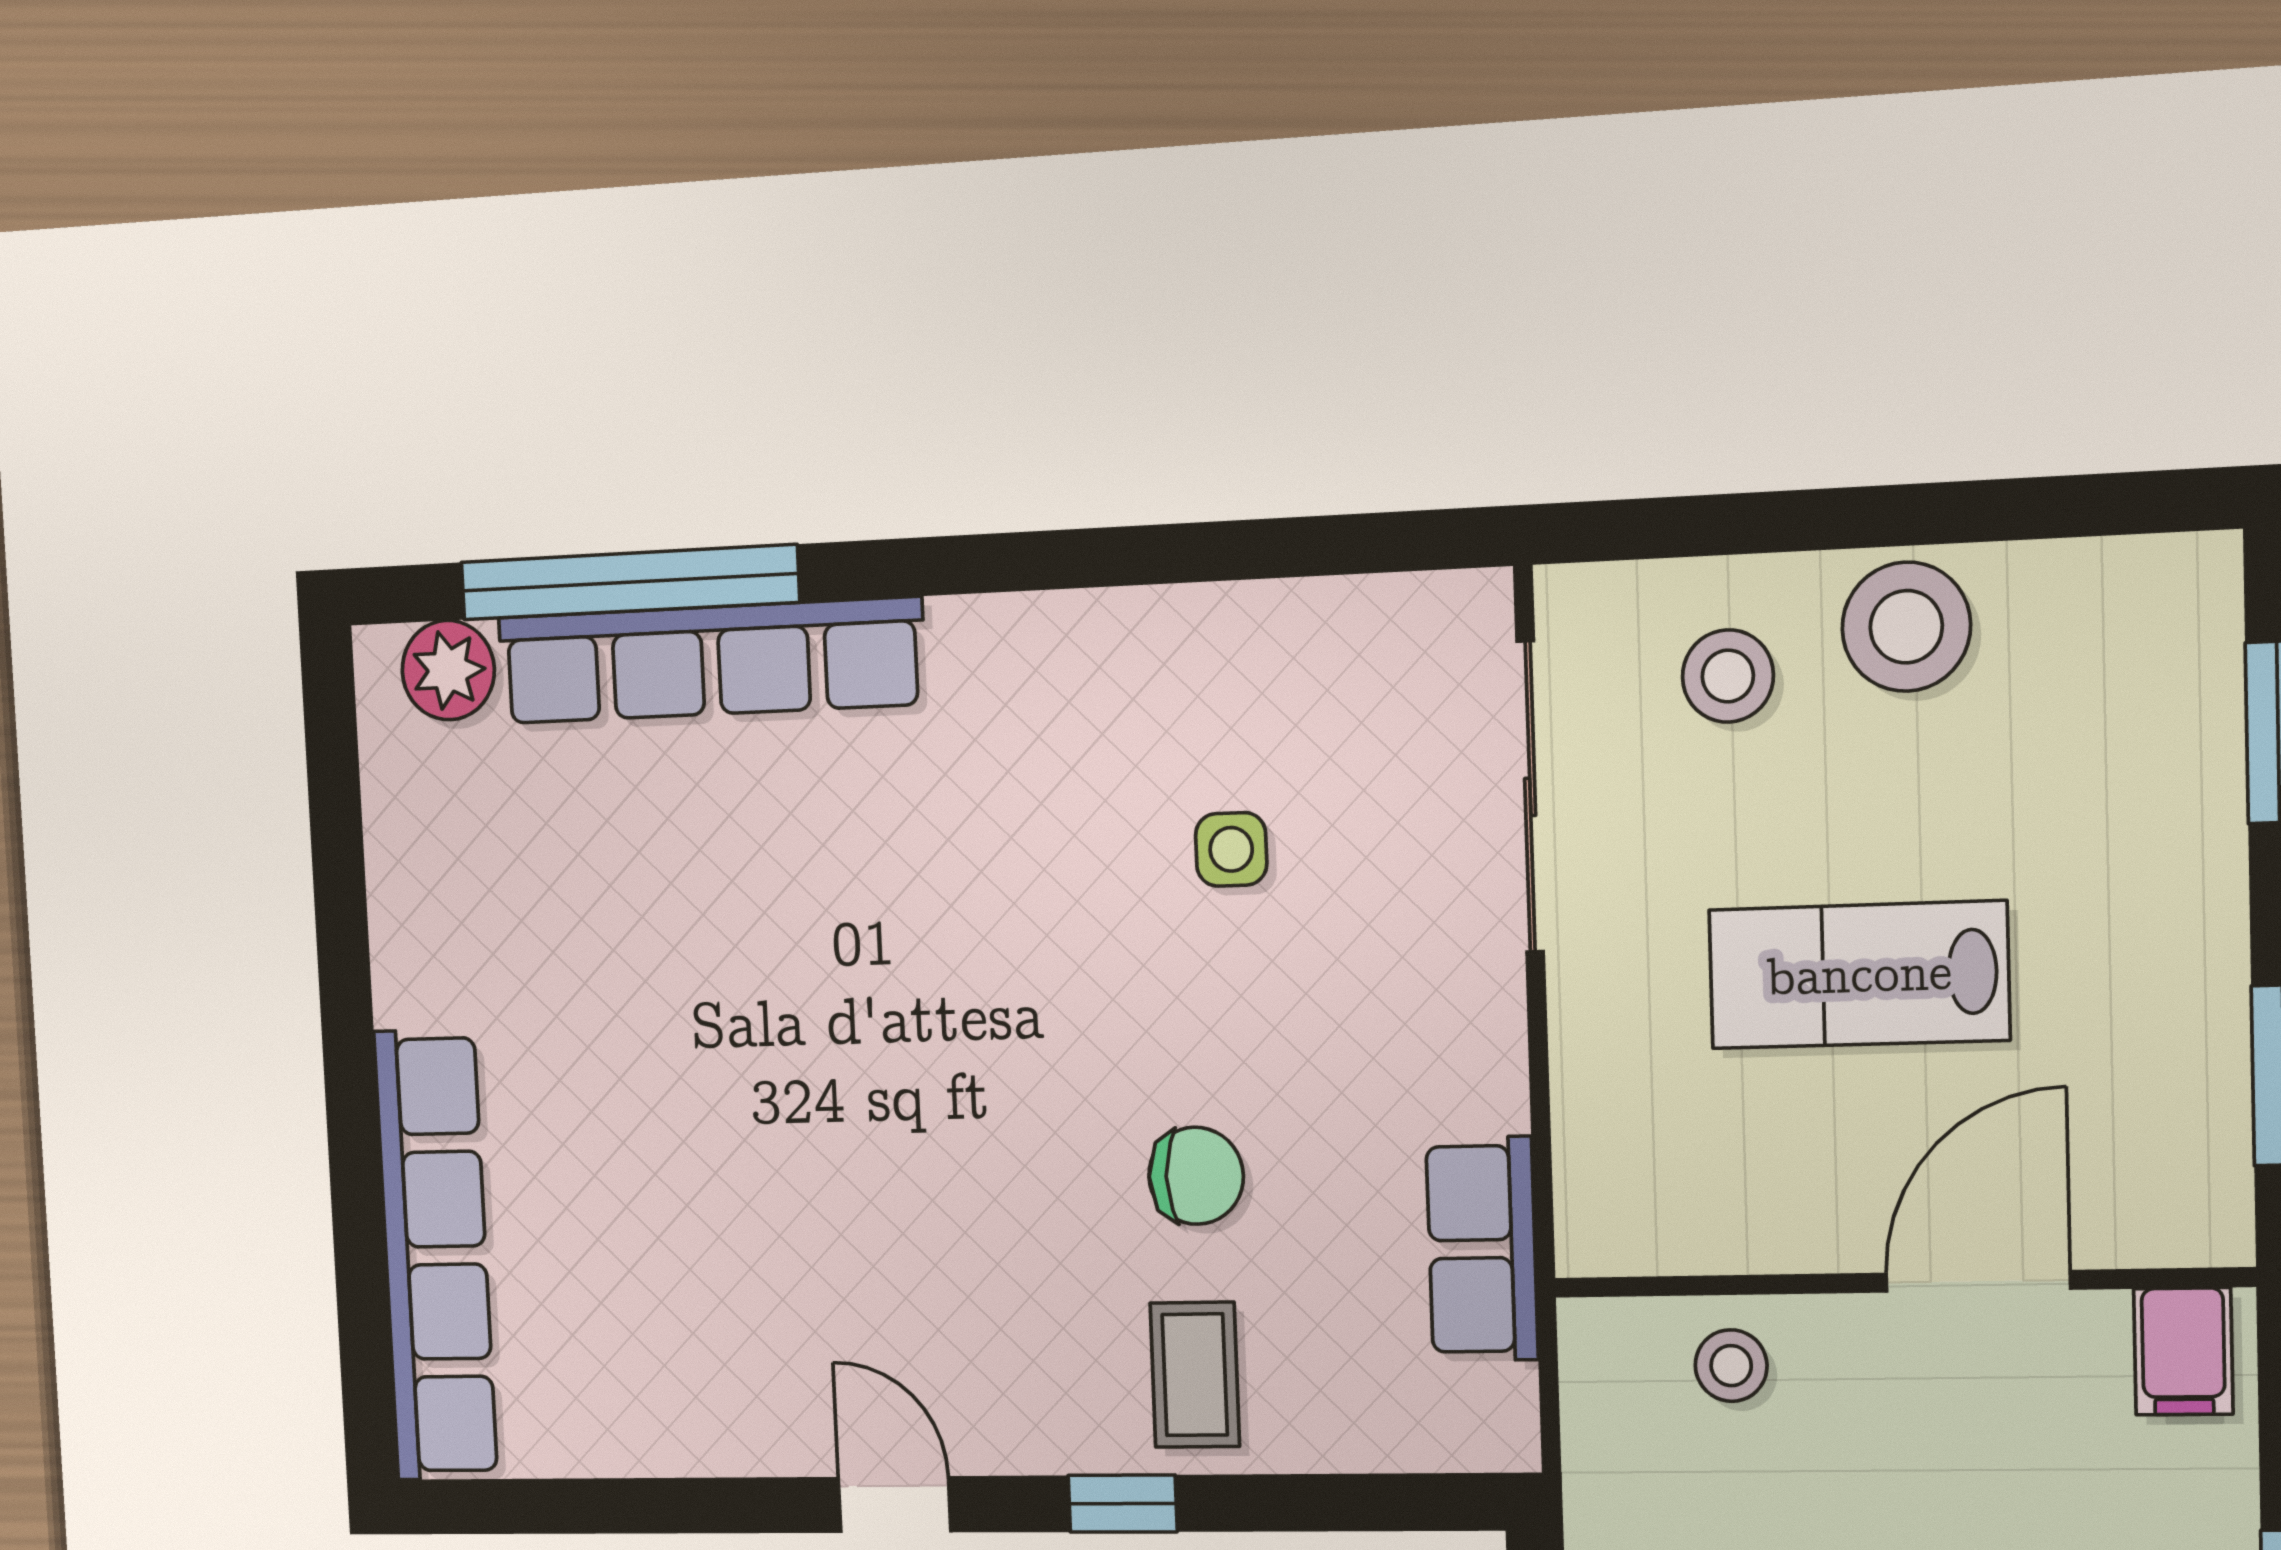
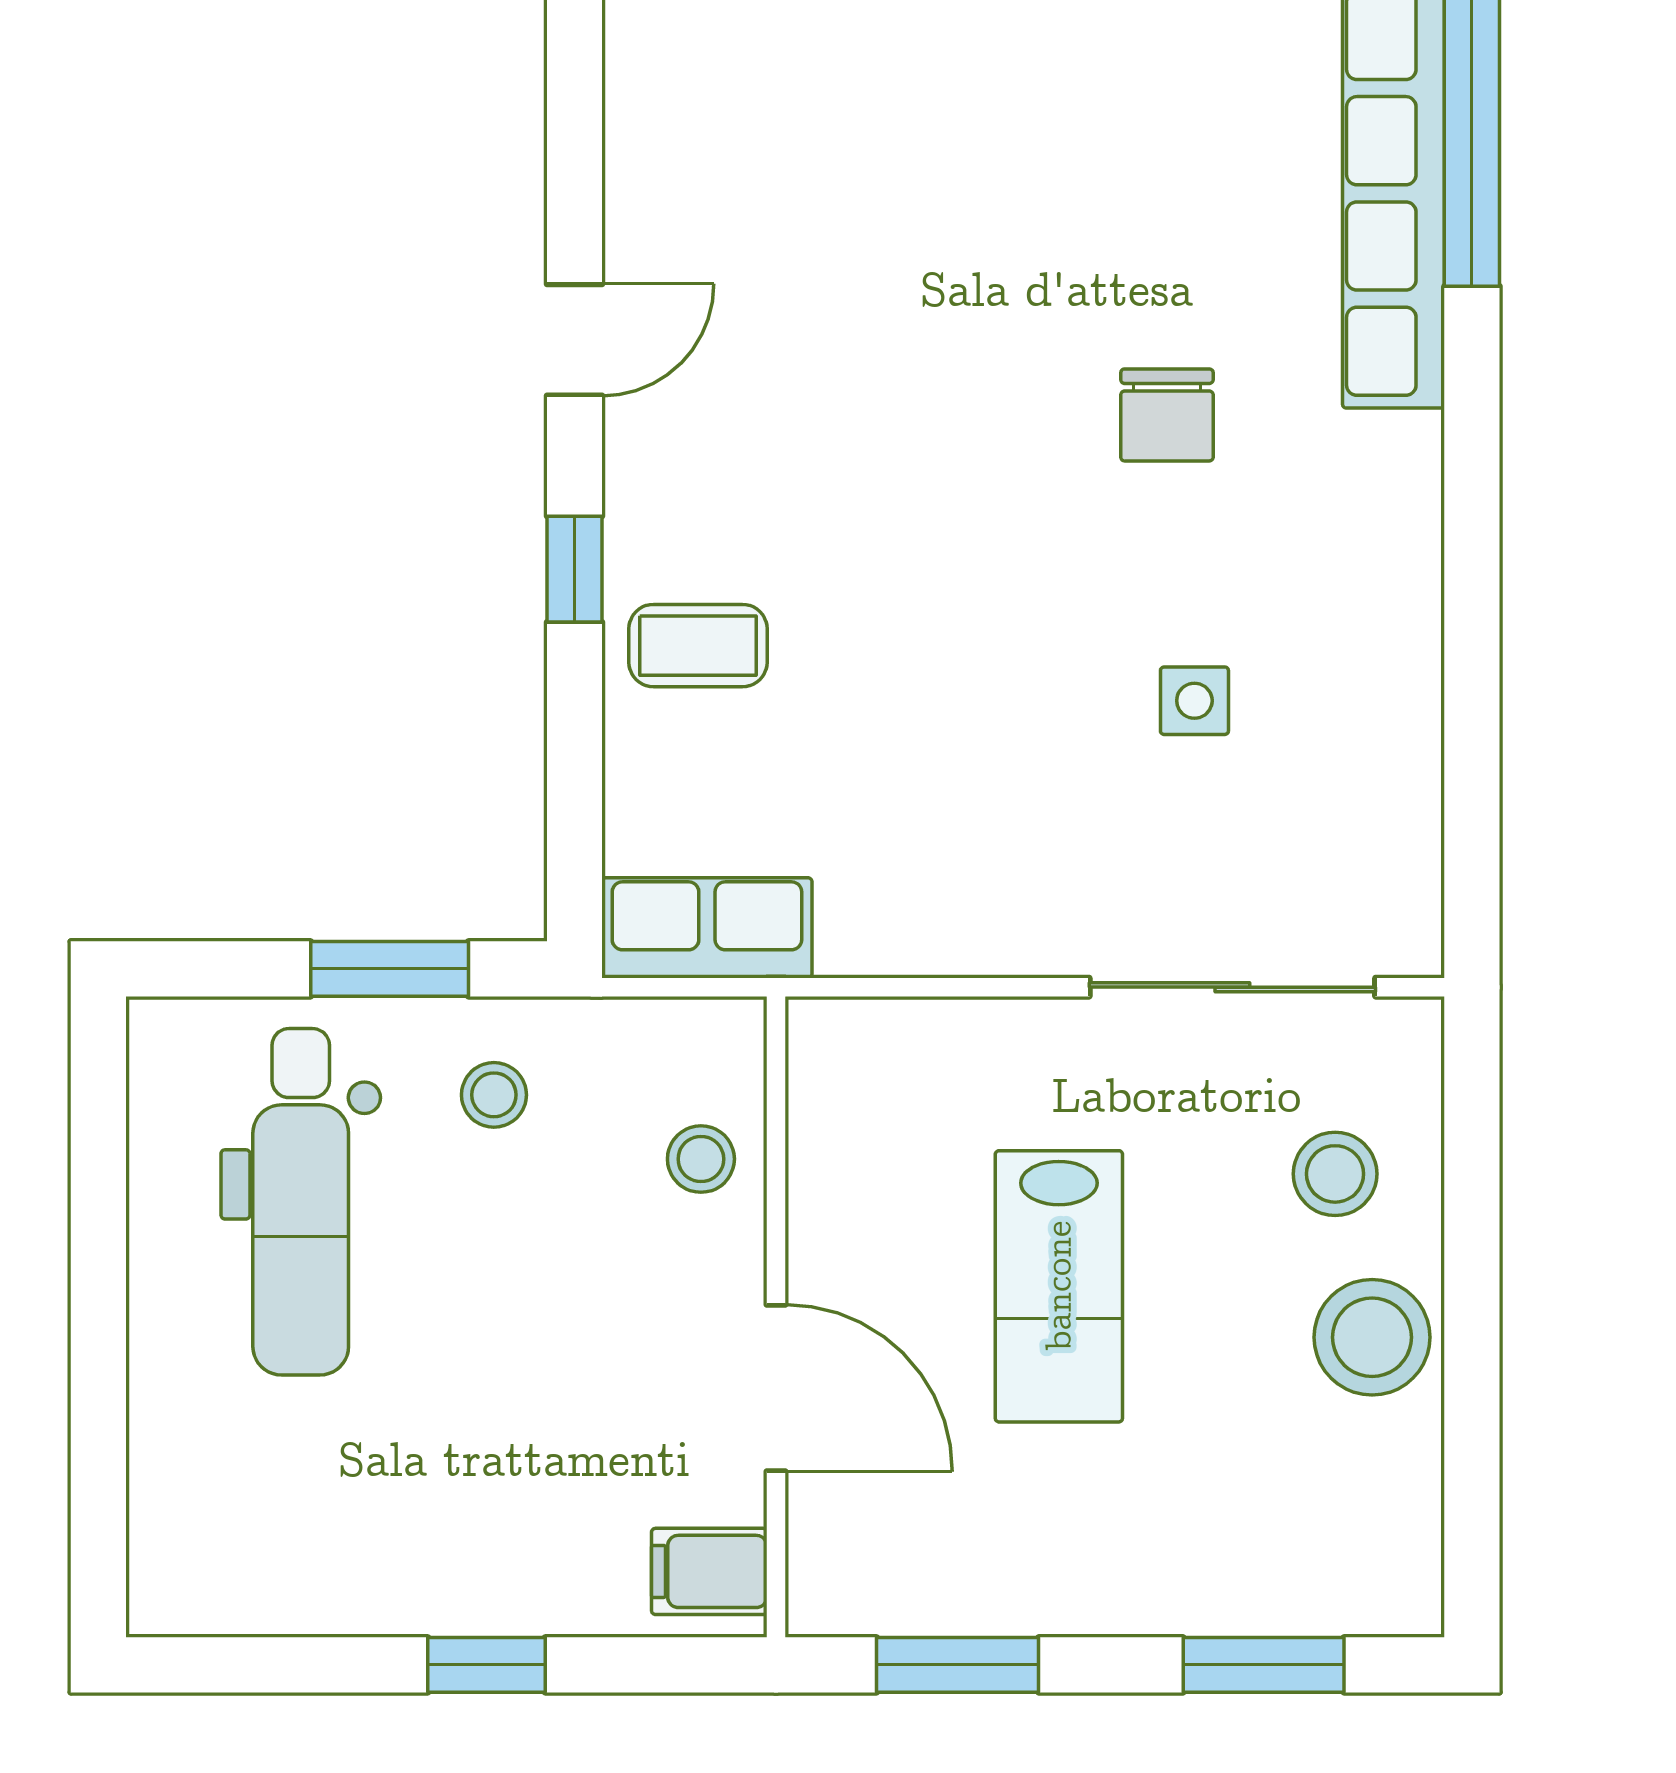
lab bench: (1859, 975) -> (1059, 1286), turned 180
chair: (1196, 1176) -> (1167, 415), moved
row of seats: (1482, 1249) -> (707, 928), moved

